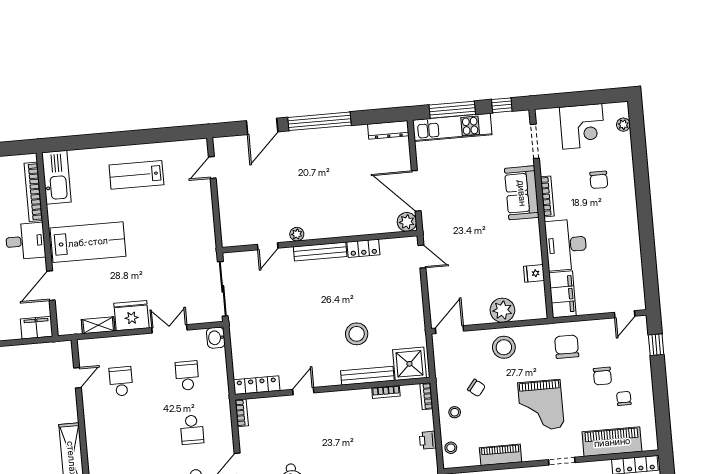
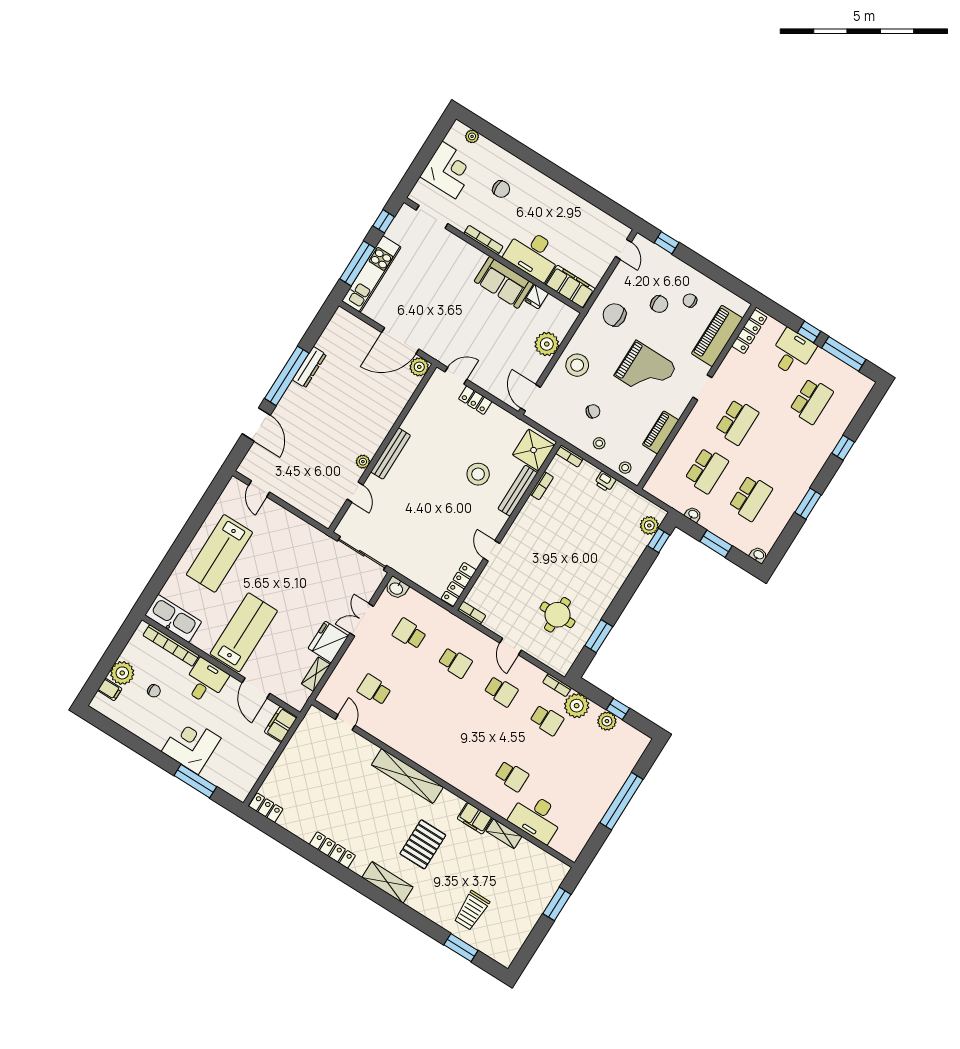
dresser: (388, 130) -> (309, 367), moved
lab bench: (136, 175) -> (219, 553), width x1.36, depth x1.39
sofa: (522, 193) -> (504, 282), moved
locker: (363, 248) -> (475, 400), moved, turned 90

